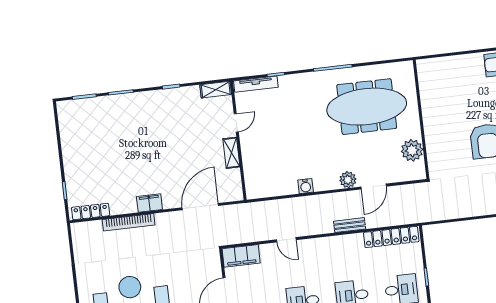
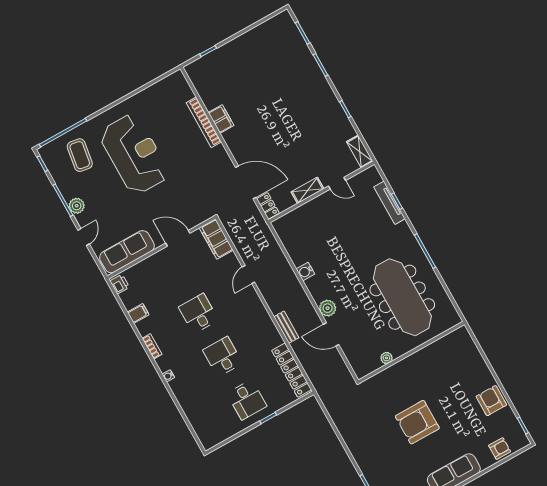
tv unit: (256, 84) -> (389, 203), moved
plant: (412, 150) -> (386, 358), width x0.53, depth x0.53
filing cabinet: (149, 203) -> (221, 119), moved
locker: (91, 211) -> (268, 206), moved, width x0.66

